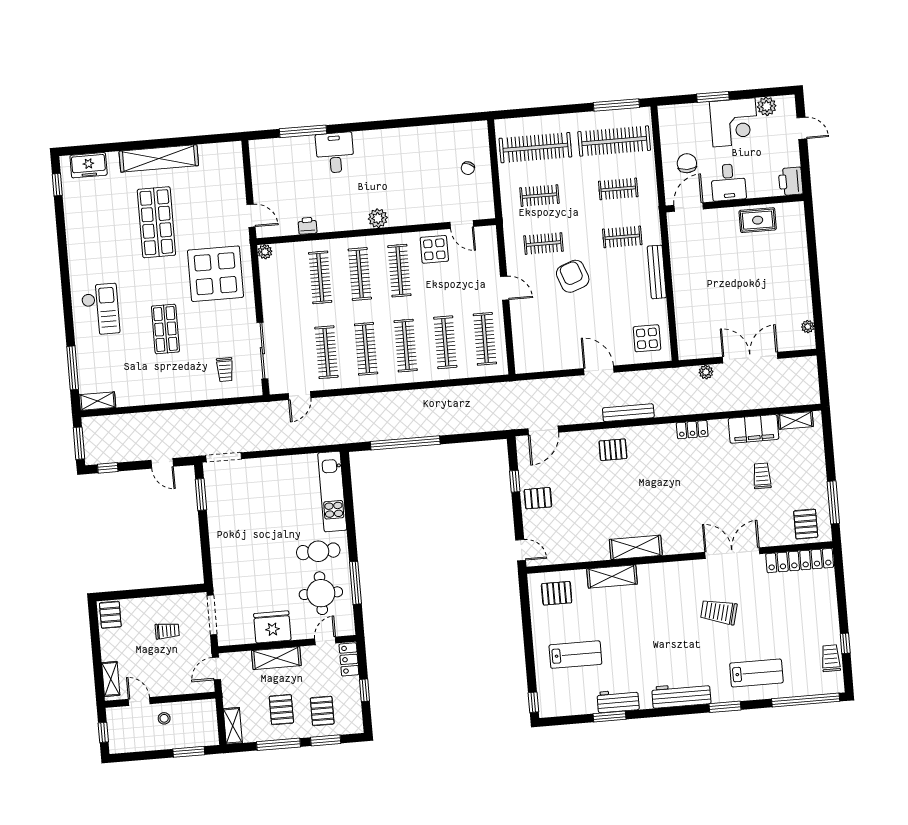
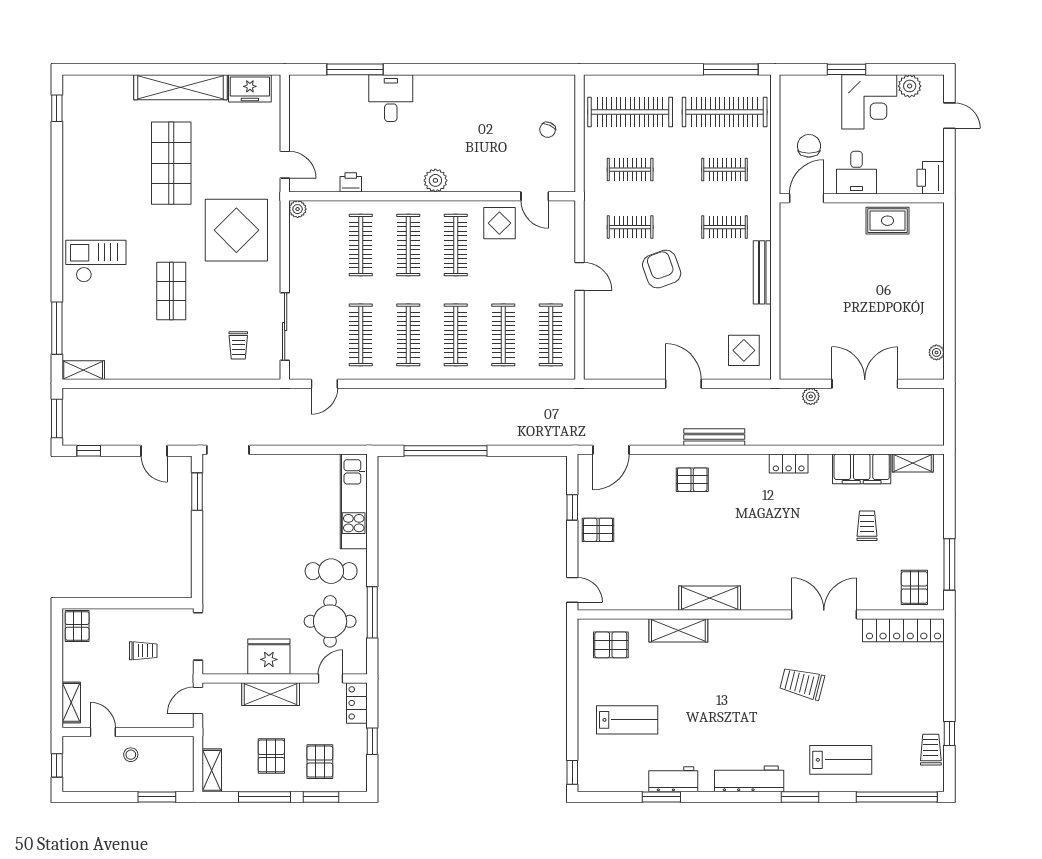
freezer: (89, 165) -> (250, 88), moved
checkout: (100, 309) -> (96, 261), turned -90

